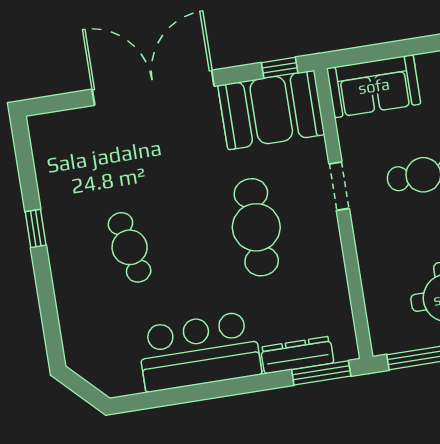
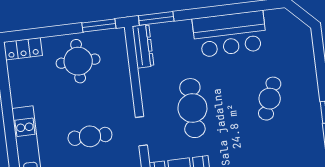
cafe table: (130, 247) -> (270, 99), turned 33
dresser: (297, 355) -> (143, 46), moved, turned -90

